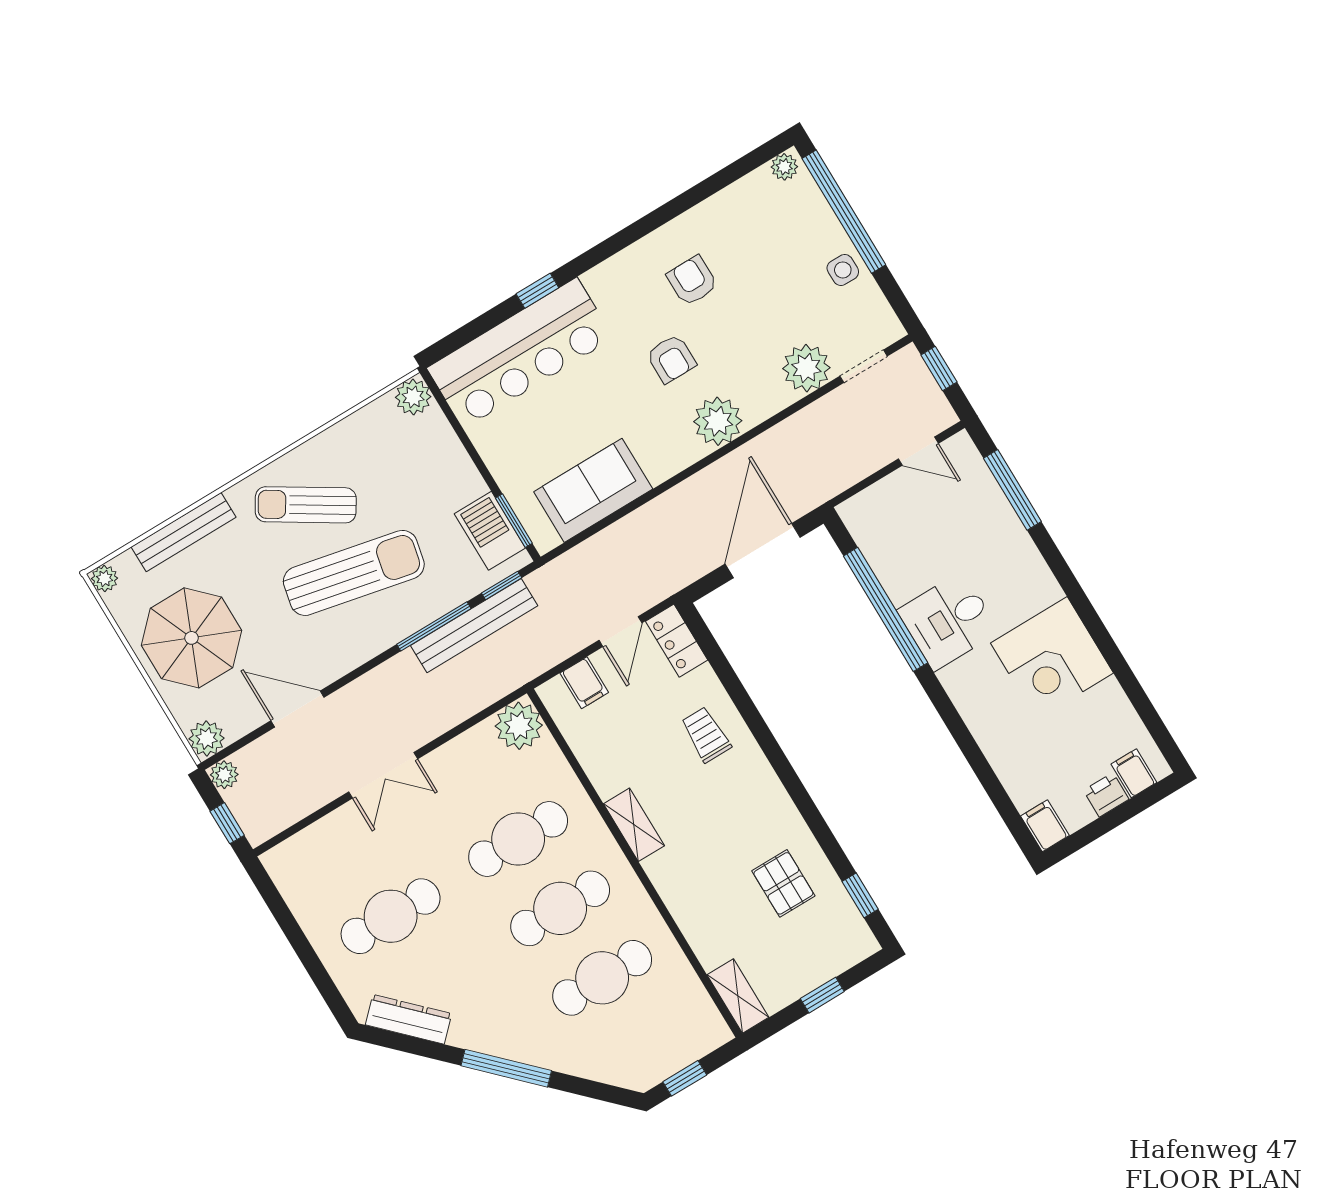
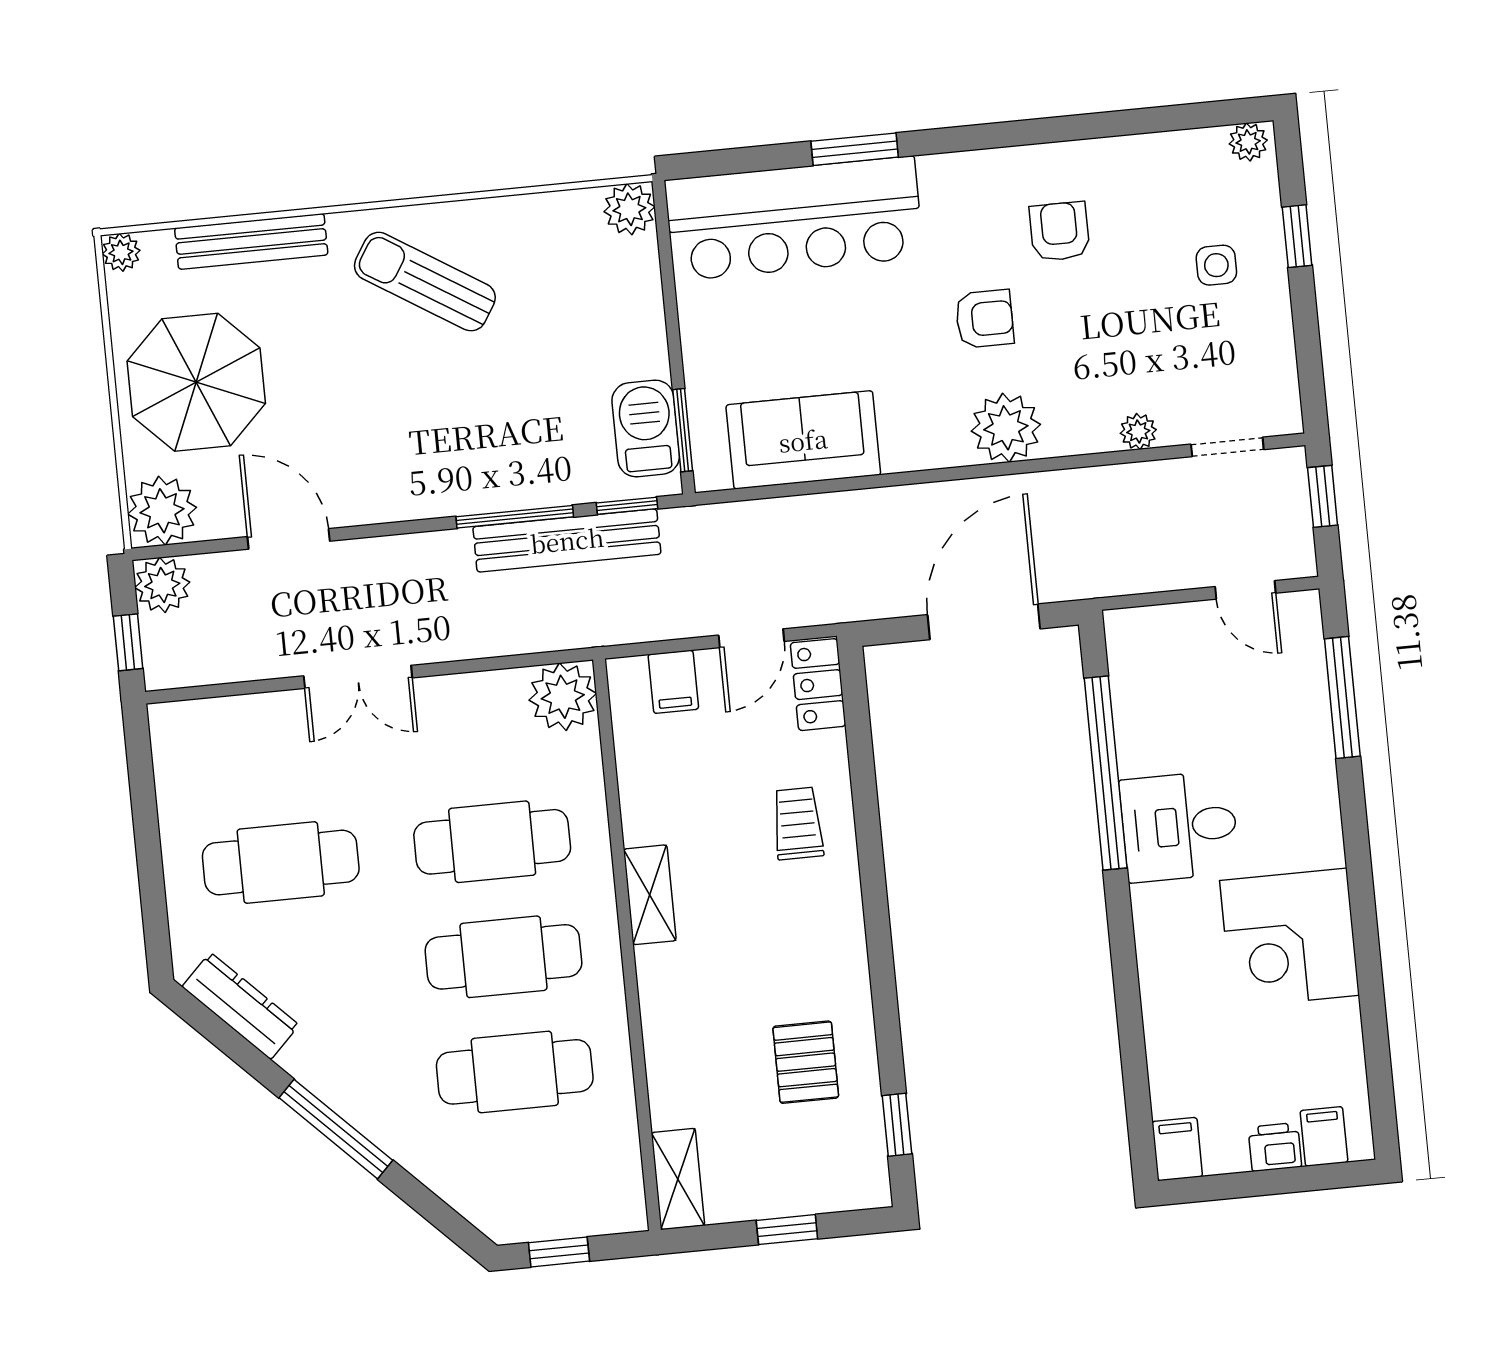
window: (844, 212) -> (1297, 236), width x0.32
side table: (843, 270) -> (1216, 265), moved
window: (537, 291) -> (855, 149), width x1.50
armchair: (671, 359) -> (985, 319), turned -90
plant: (806, 368) -> (1138, 432), width x0.53, depth x0.53
sun lounger: (354, 573) -> (445, 399), removed
plant: (207, 738) -> (162, 511), width x1.36, depth x1.36
plant: (224, 775) -> (162, 585), width x1.38, depth x1.38

